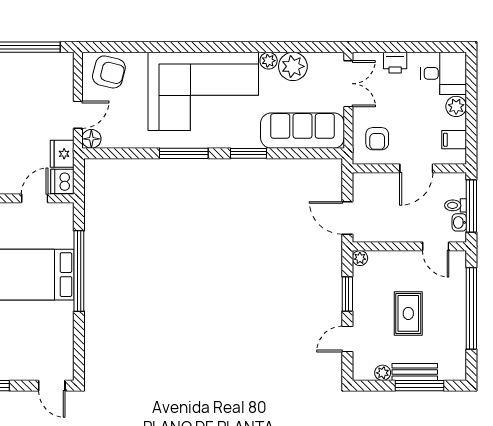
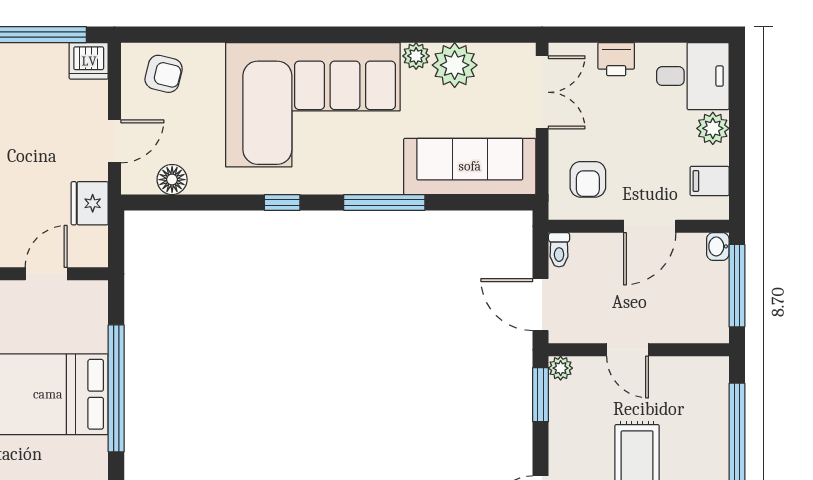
armchair: (109, 72) -> (164, 74), width x0.72, depth x0.72
floor lamp: (91, 139) -> (172, 180), moved
window: (184, 153) -> (282, 202), width x0.46
window: (248, 153) -> (384, 202), width x1.44
dishwasher: (62, 181) -> (89, 61), moved, turned -90
toilet: (456, 205) -> (559, 250), moved, turned -90
washbasin: (459, 222) -> (718, 246), moved
door: (436, 246) -> (628, 350), moved
window: (347, 294) -> (541, 395), moved

